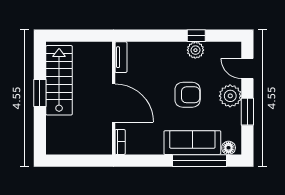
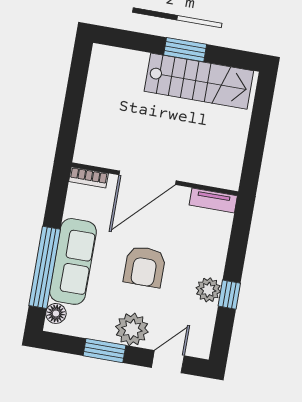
tv unit: (121, 57) -> (213, 200), moved
wall: (114, 98) -> (155, 179), moved
door: (114, 103) -> (148, 178), moved
bookcase: (120, 142) -> (89, 177), moved

